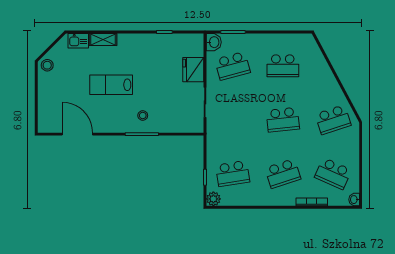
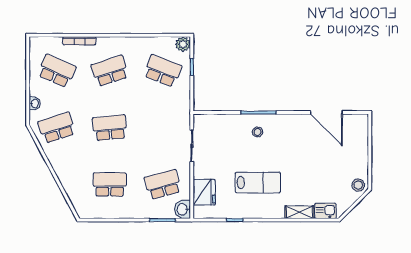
fridge: (193, 70) -> (204, 192), moved
lab bench: (111, 85) -> (258, 183), moved
school desk: (233, 174) -> (163, 71), turned 30
washbasin: (354, 200) -> (35, 103), moved

